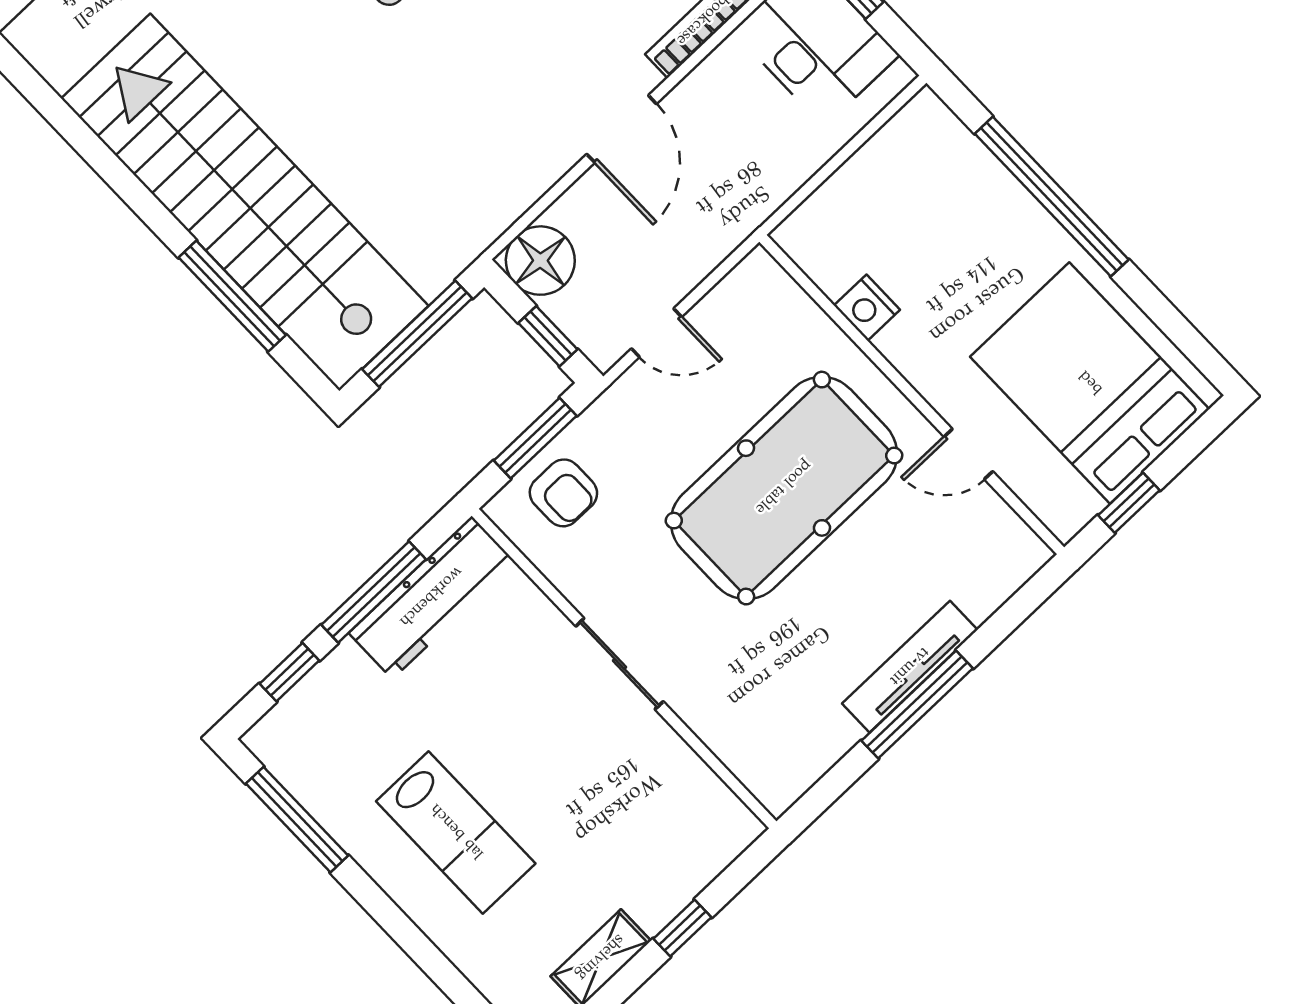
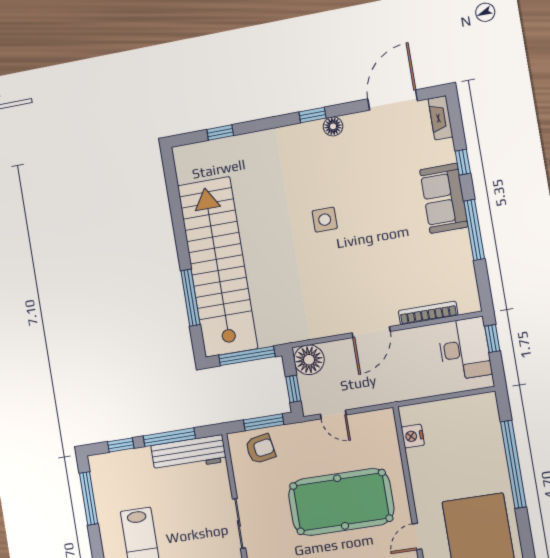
nightstand: (867, 308) -> (413, 436), moved
door: (968, 454) -> (417, 536), hinge flipped
armchair: (563, 493) -> (260, 449), turned -100

